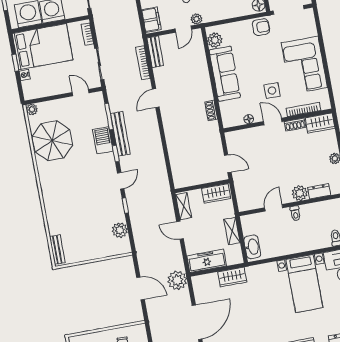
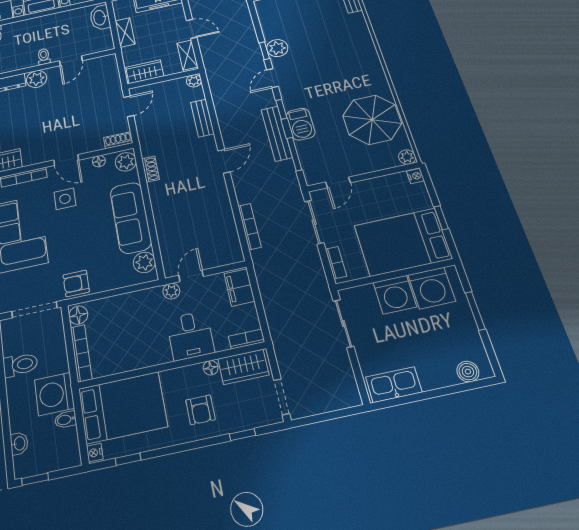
bench: (155, 52) -> (202, 118), moved
nightstand: (25, 75) -> (415, 176), moved
door: (81, 93) -> (338, 182), hinge flipped
door: (156, 98) -> (224, 161), moved
plant: (229, 117) -> (126, 162), added
shoe rack: (295, 124) -> (118, 140), moved
door: (228, 164) -> (129, 106), swing flipped
plant: (179, 183) -> (194, 81), added
plant: (120, 230) -> (277, 48), moved

